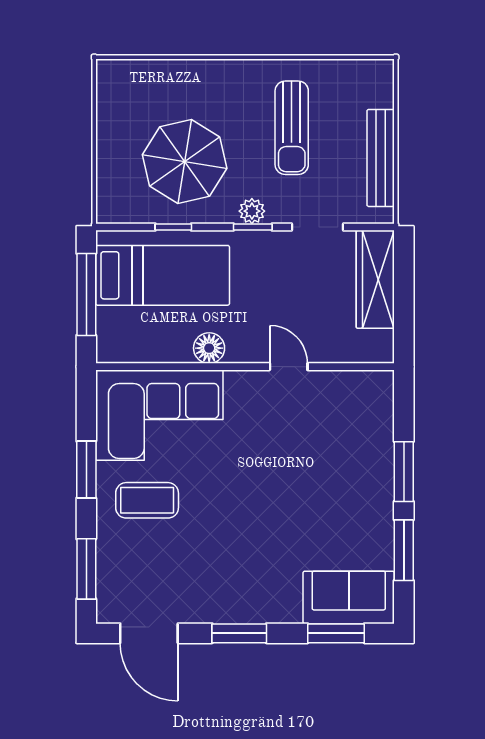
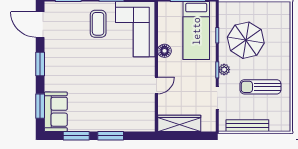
wardrobe: (375, 279) -> (179, 123), moved
door: (149, 633) -> (40, 25), hinge flipped

